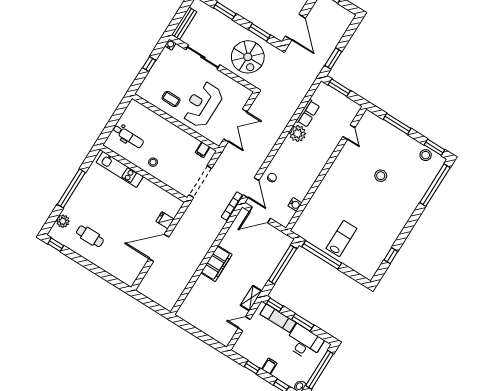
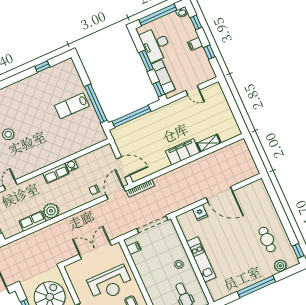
kitchen unit: (120, 169) -> (201, 259), moved
row of seats: (316, 169) -> (56, 173), added
water cooler: (295, 204) -> (72, 165), moved
shelving: (251, 298) -> (209, 143), moved

